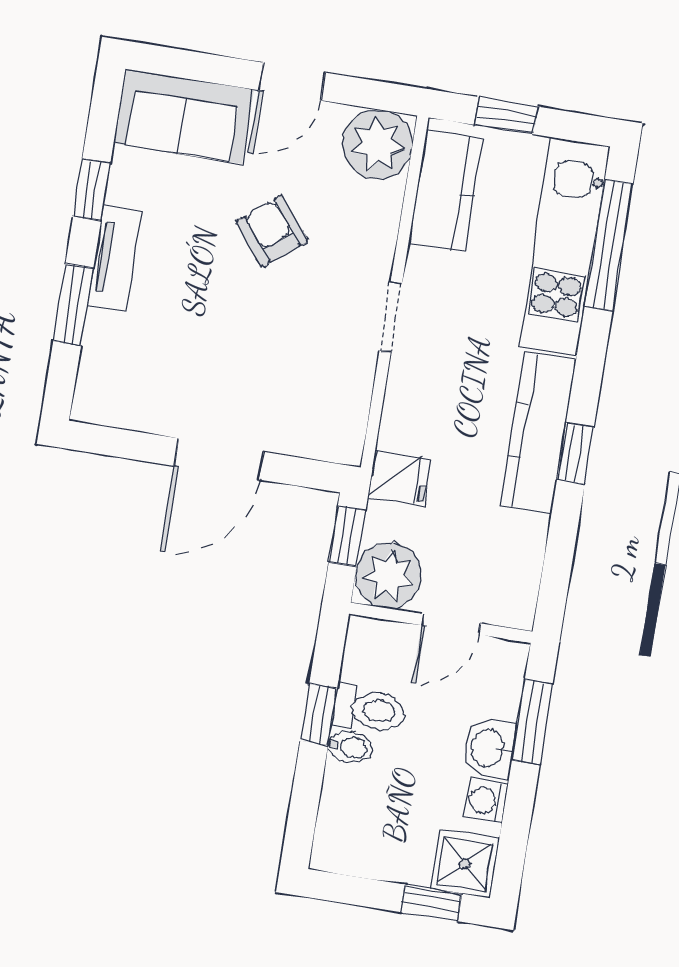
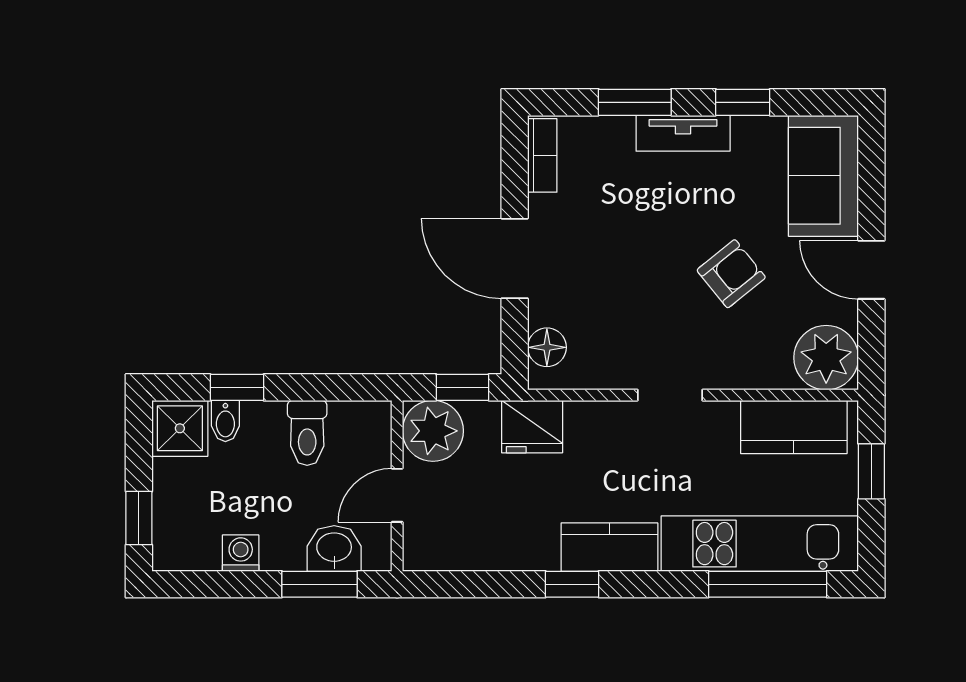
bookcase: (114, 412) -> (542, 155), added
kitchen counter: (538, 433) -> (609, 547), width x0.67
floor lamp: (319, 440) -> (547, 347), added
fridge: (399, 478) -> (532, 427), width x1.38
door: (451, 624) -> (397, 495), hinge flipped
window: (319, 715) -> (237, 387), moved
bidet: (350, 747) -> (225, 421), moved
washbasin: (489, 748) -> (334, 548), moved
shower: (465, 864) -> (180, 428), moved

